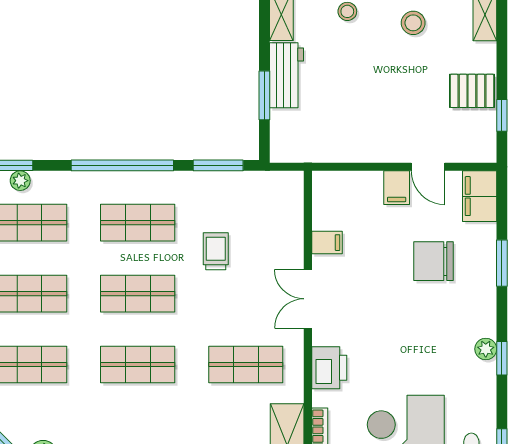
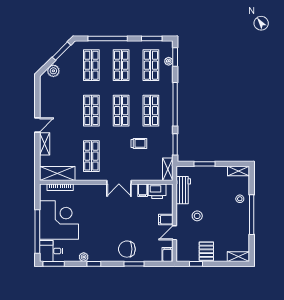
stool: (413, 23) -> (197, 216), moved
workbench: (286, 75) -> (183, 190), moved, turned -90
shelving: (277, 183) -> (168, 169), added
filing cabinet: (480, 196) -> (167, 254), width x0.50
chair: (434, 261) -> (127, 249), moved, turned -90
double door: (308, 299) -> (119, 182), swing flipped
plant: (486, 349) -> (84, 257), moved
printer: (329, 368) -> (157, 191), moved

